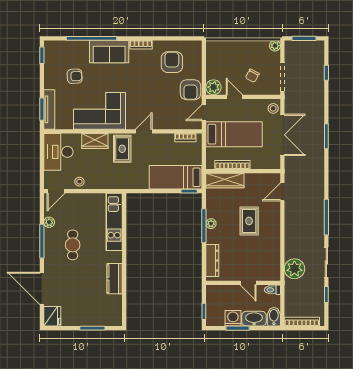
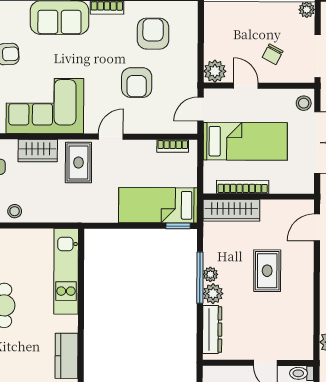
armchair: (190, 90) -> (137, 83), moved
plant: (213, 236) -> (213, 294), added

